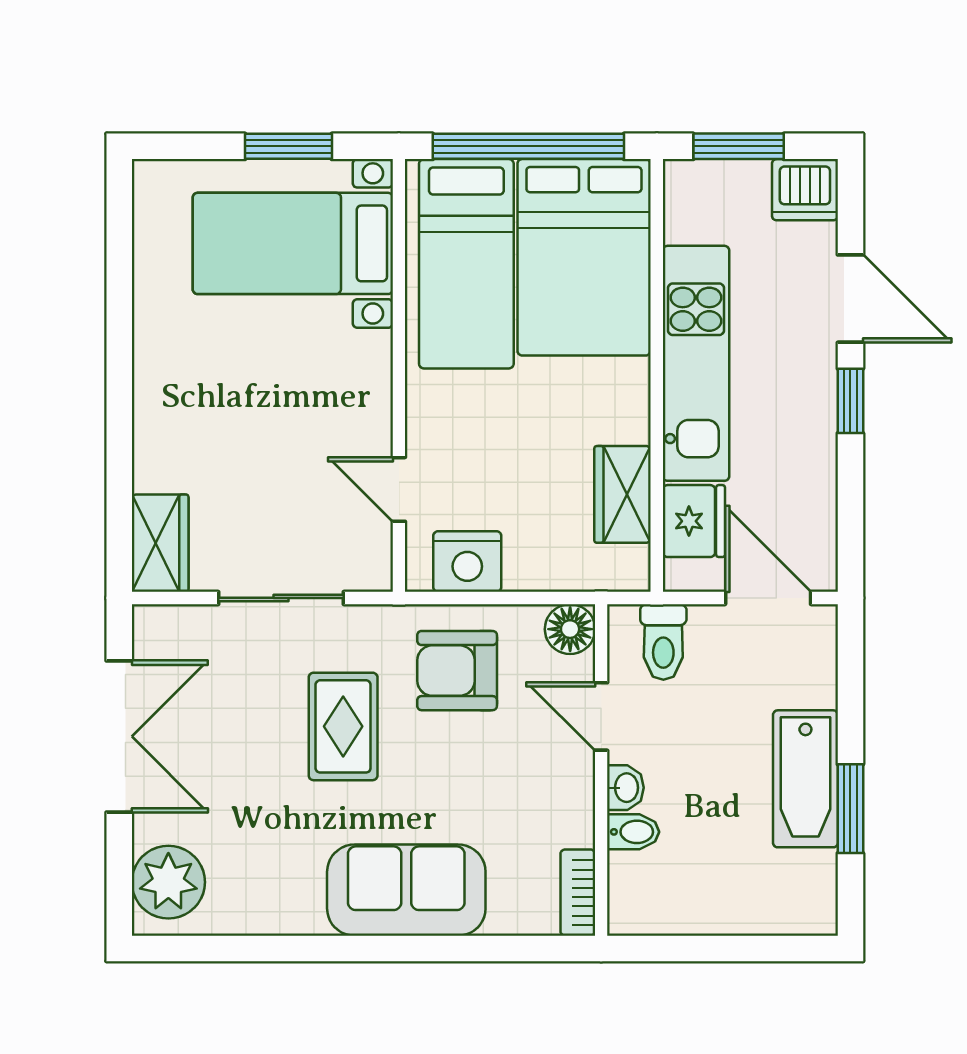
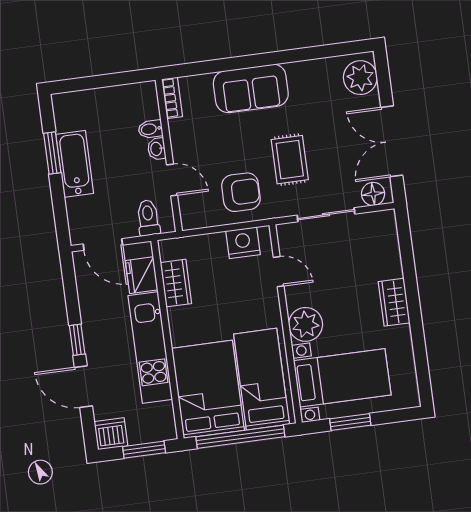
plant: (356, 368) -> (306, 324), added
wardrobe: (160, 543) -> (394, 302), moved
floor lamp: (570, 629) -> (373, 194), moved

